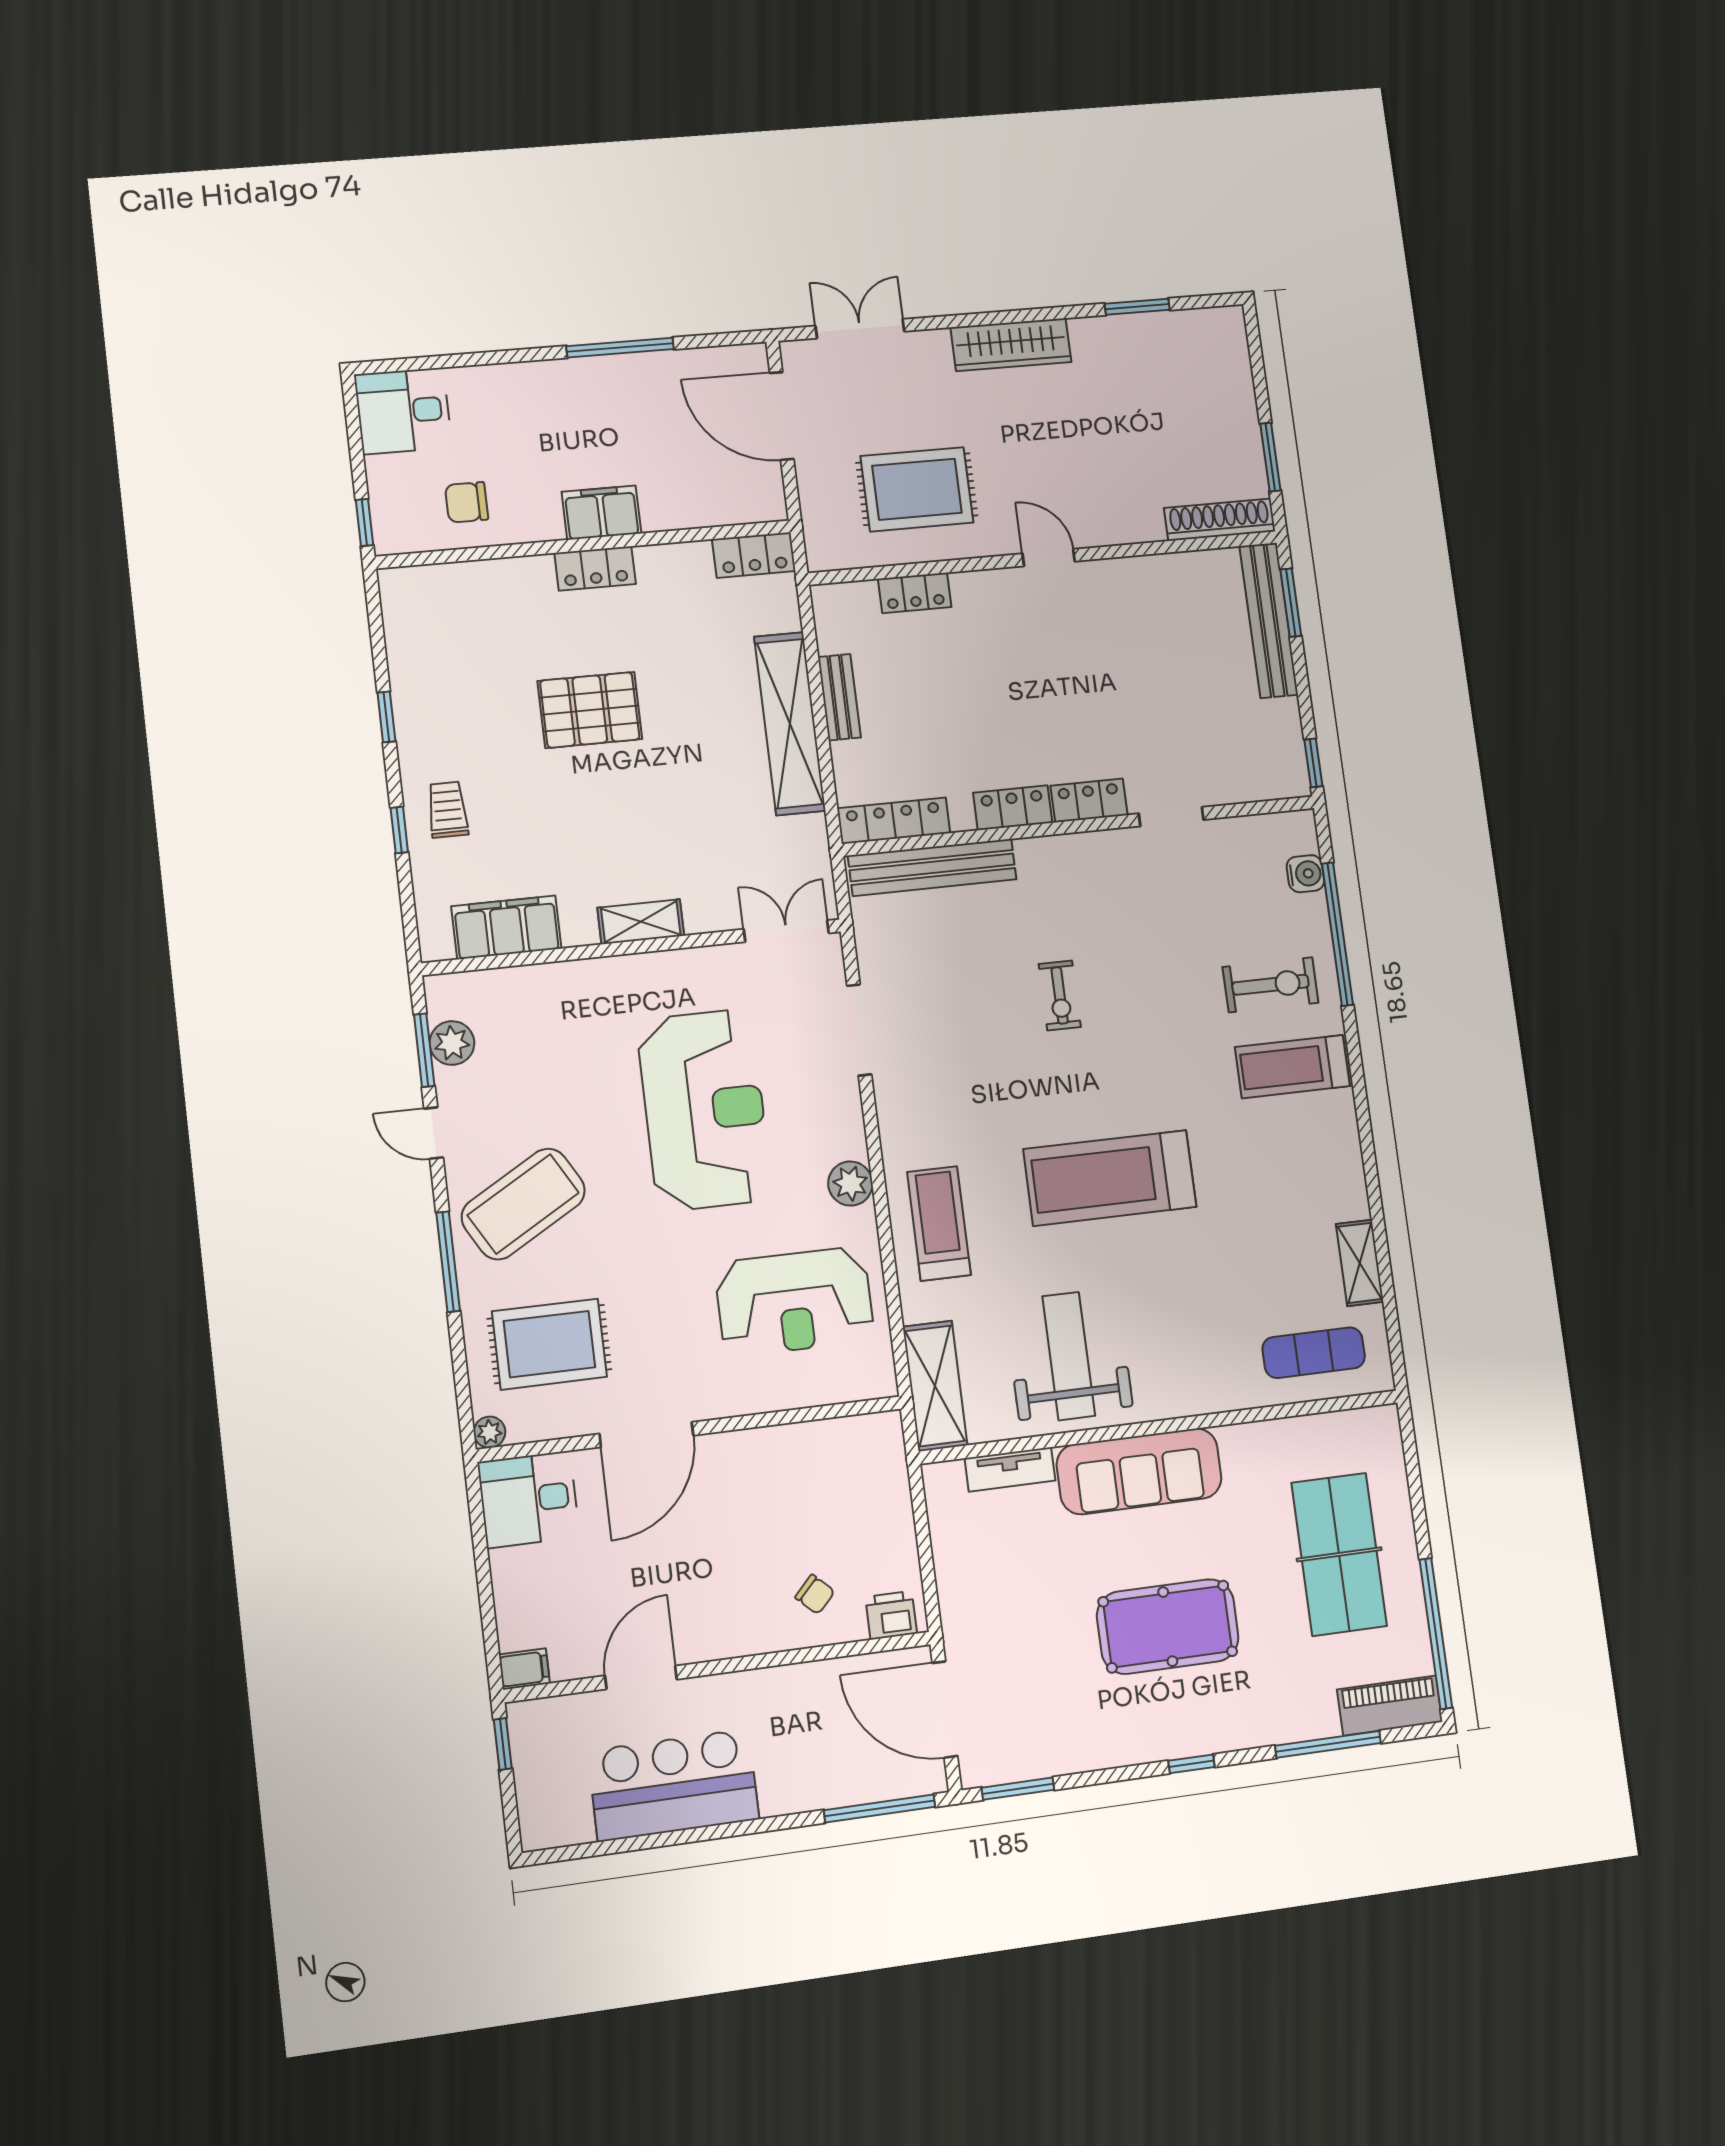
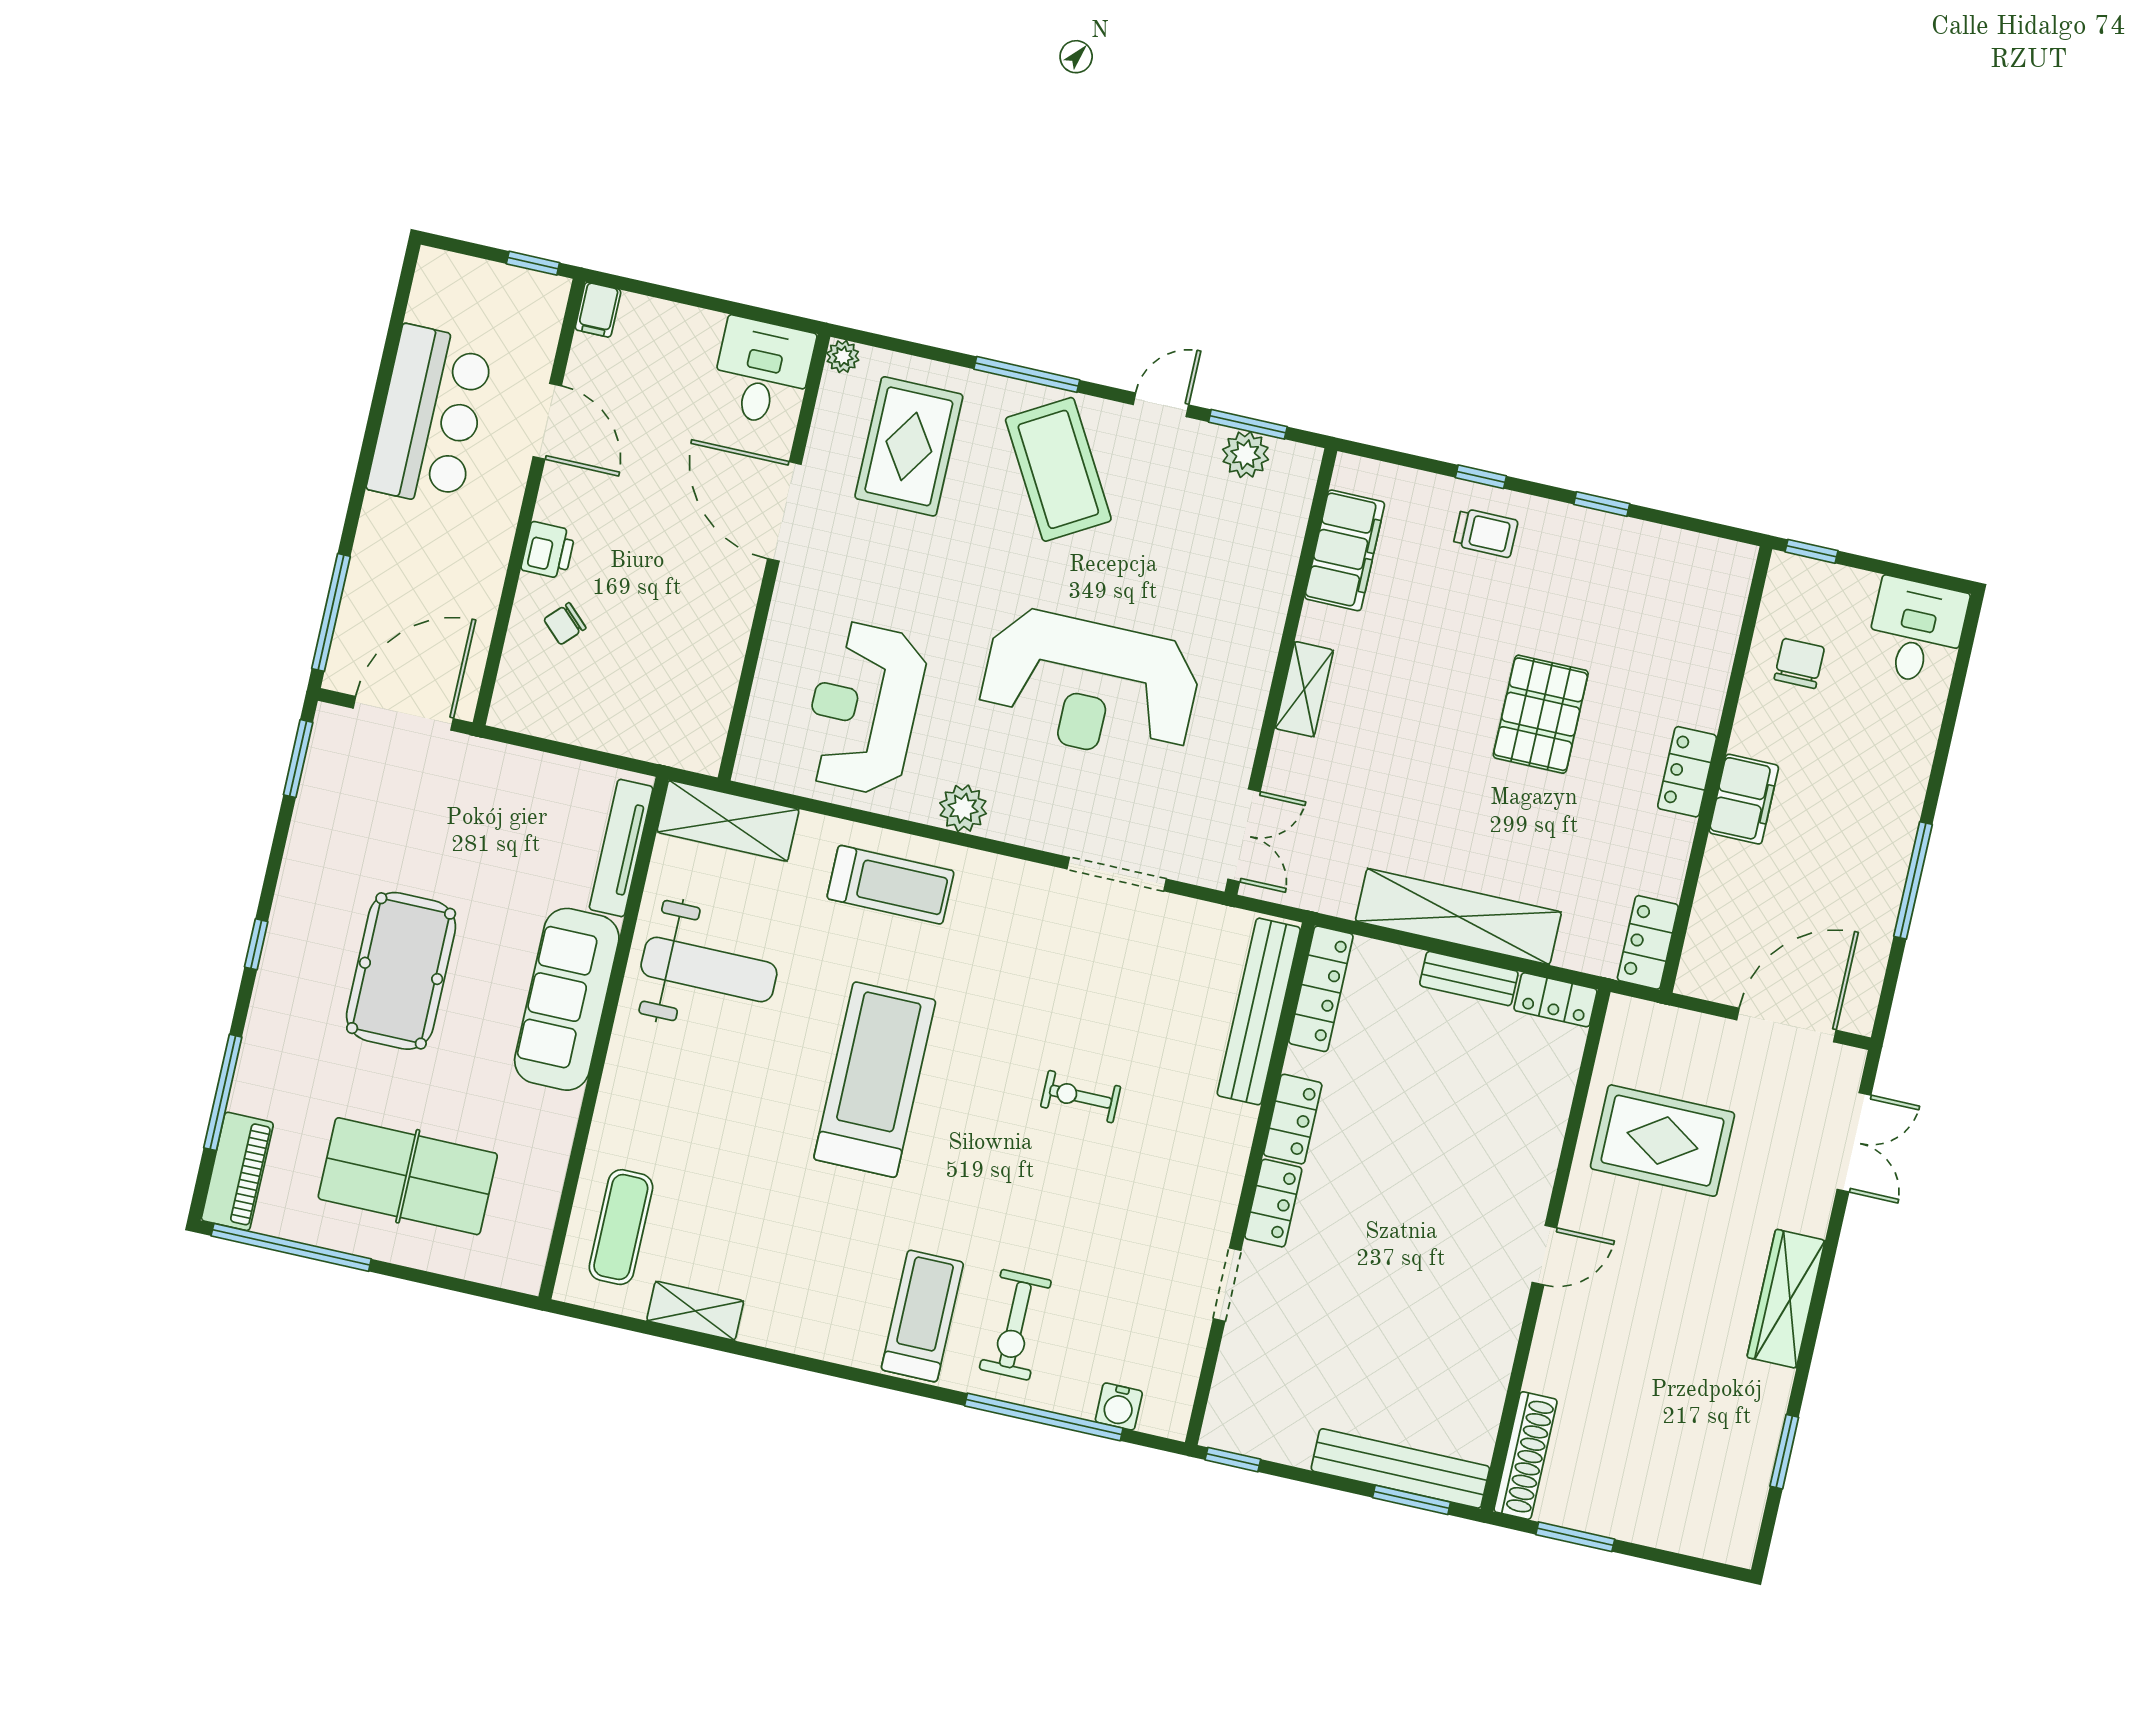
rug: (917, 489) -> (1662, 1141), turned 90
locker: (915, 593) -> (1556, 1000), moved, turned -90
tv unit: (1010, 1469) -> (621, 848), width x1.41
printer: (891, 1615) -> (548, 550), moved

